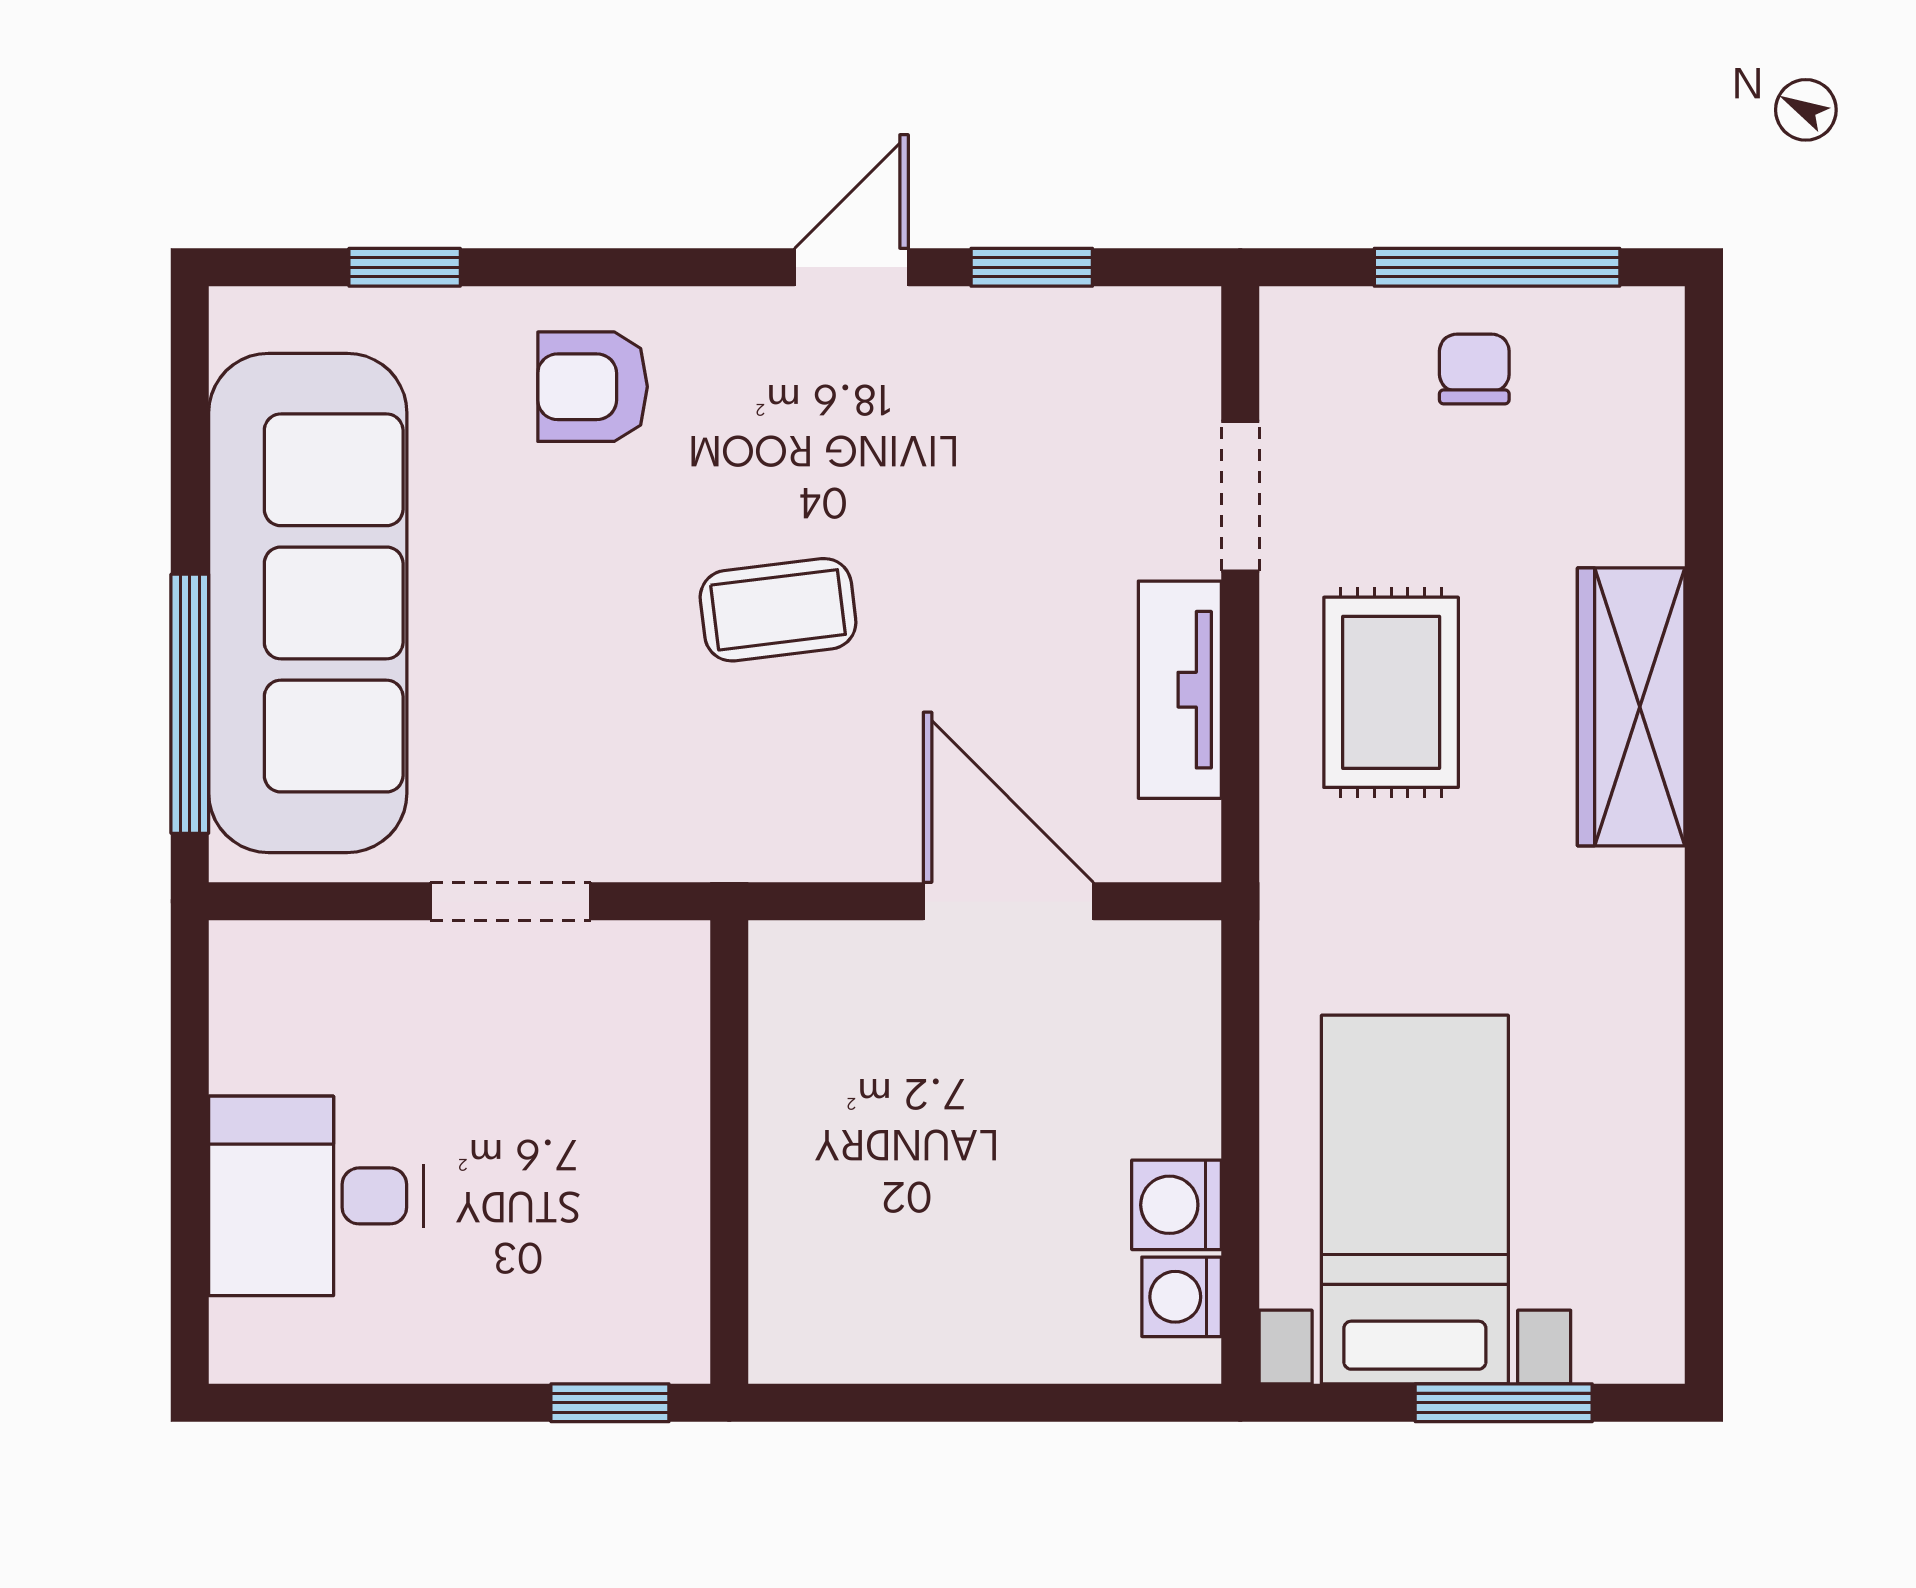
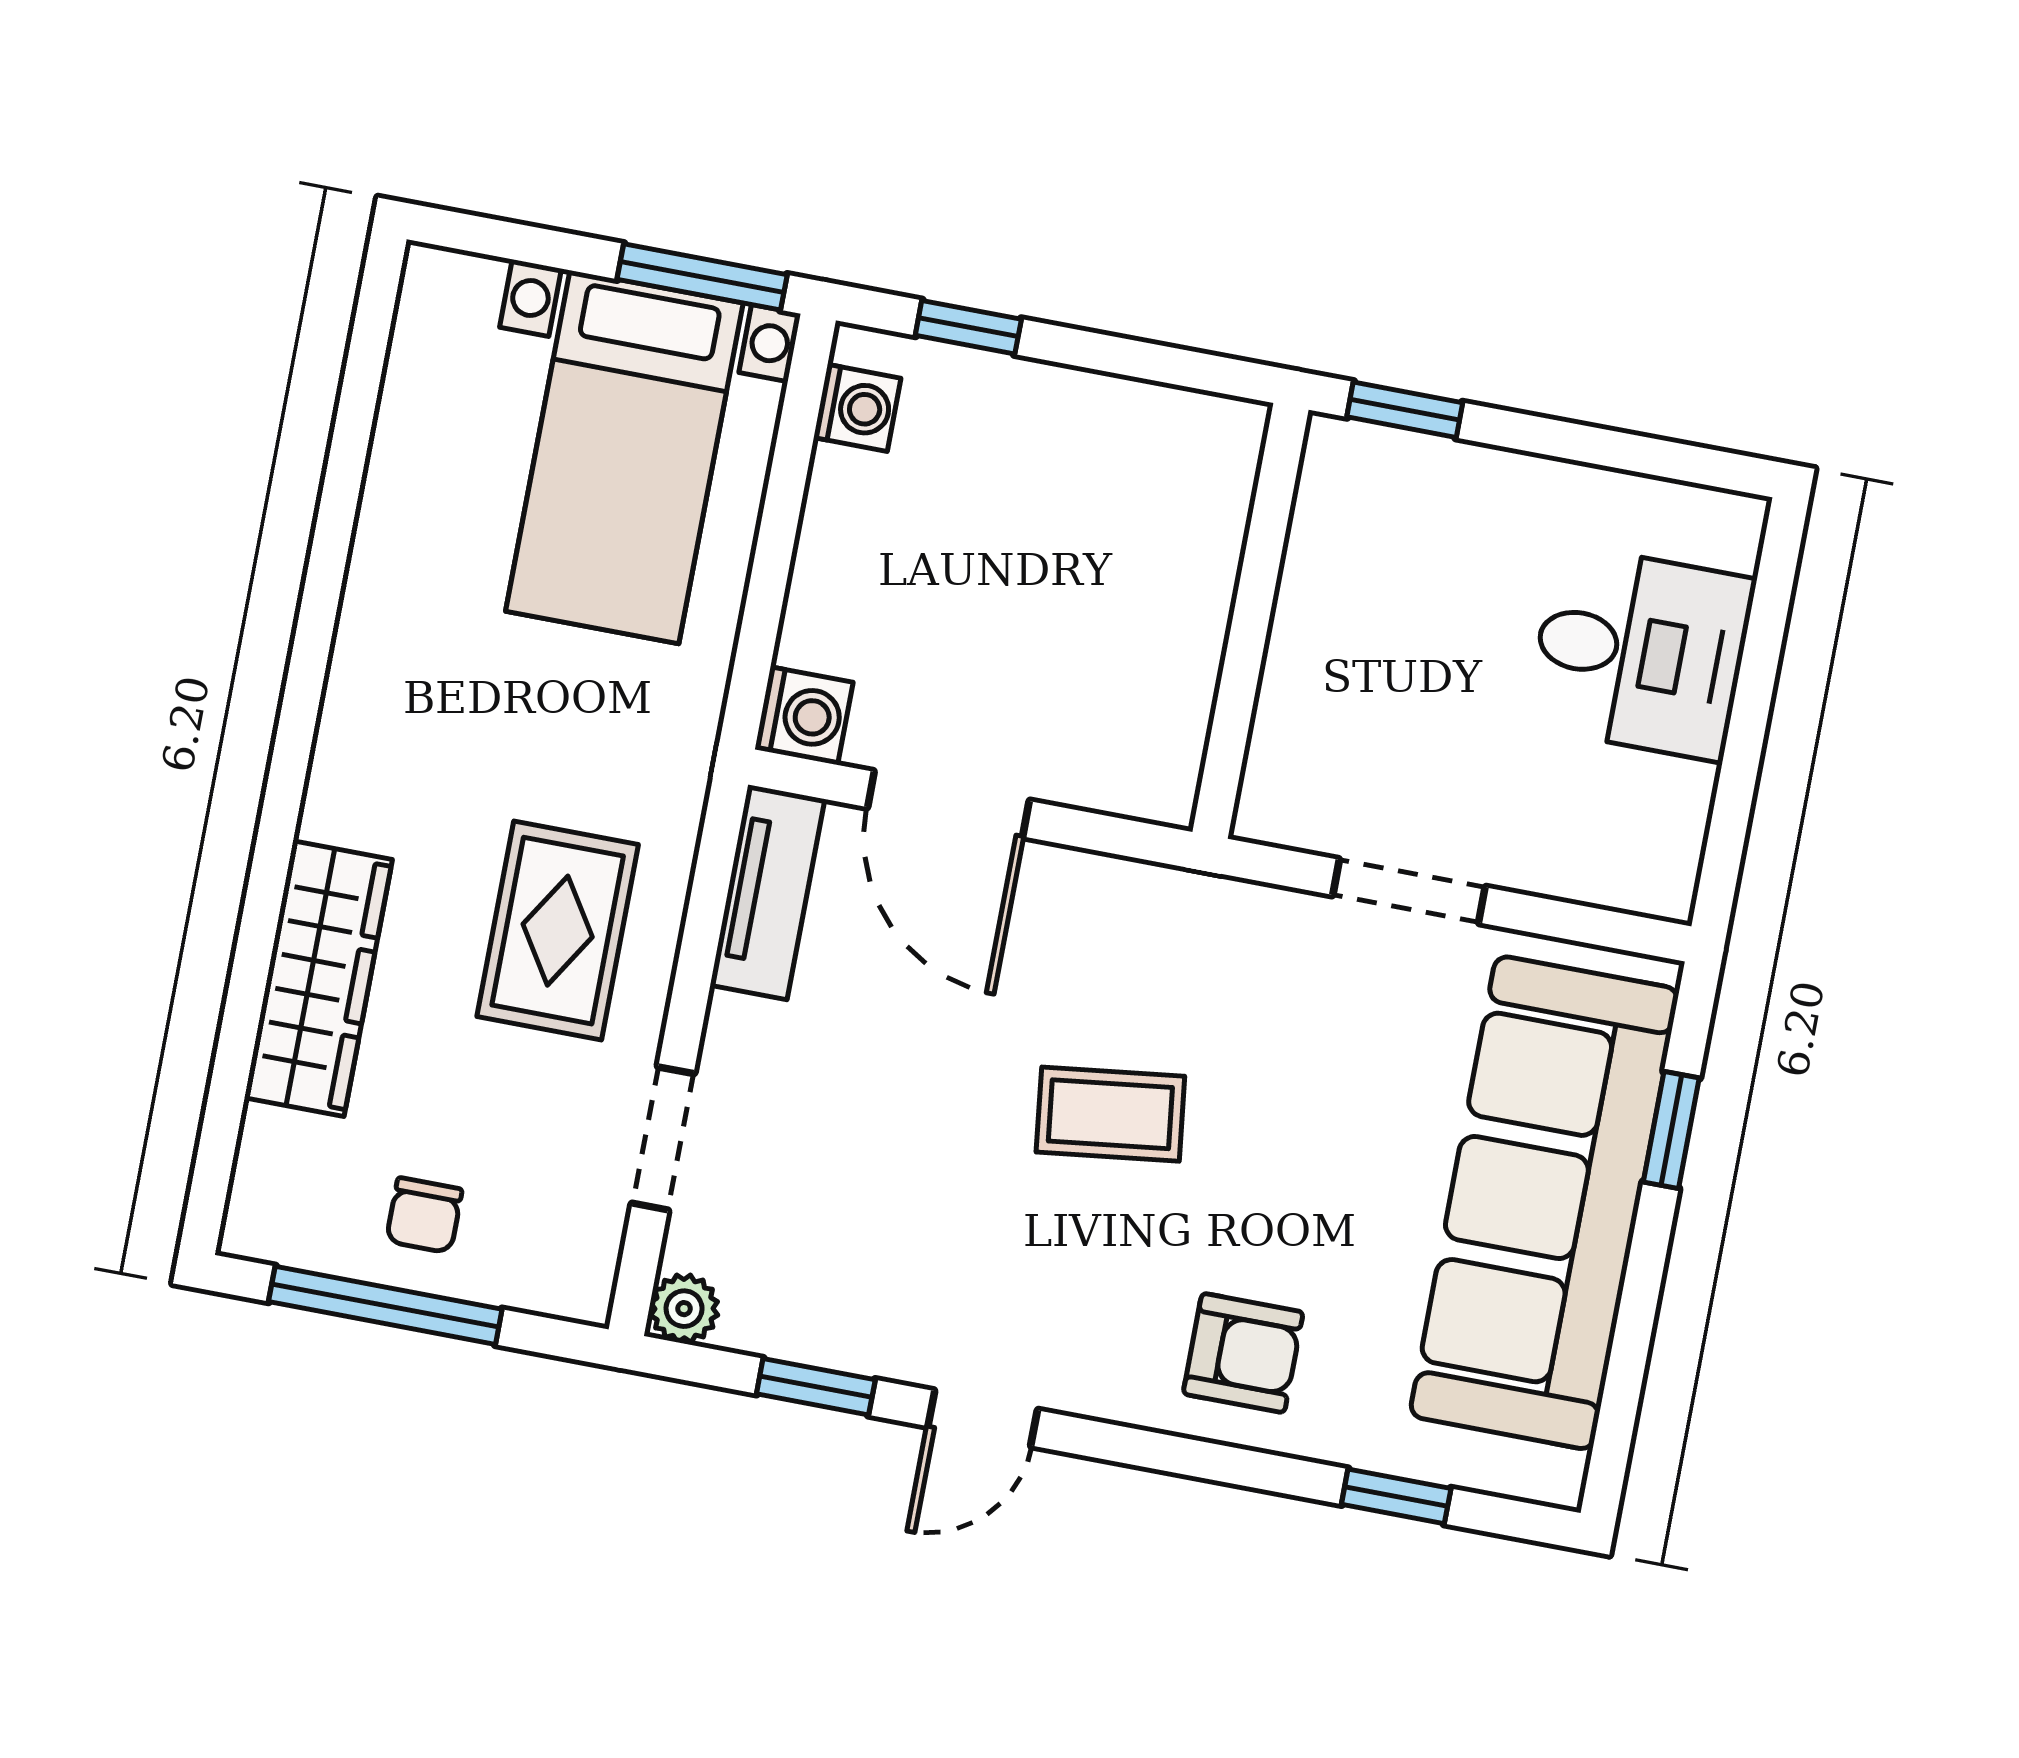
plant: (1185, 323) -> (684, 1309), added
tv unit: (1180, 690) -> (767, 892), moved
window: (190, 704) -> (1671, 1130), width x0.46
wardrobe: (1631, 707) -> (318, 979), moved
washing machine: (1176, 1205) -> (804, 716), moved
window: (1081, 1403) -> (968, 327), added
window: (1504, 1403) -> (702, 277), moved

